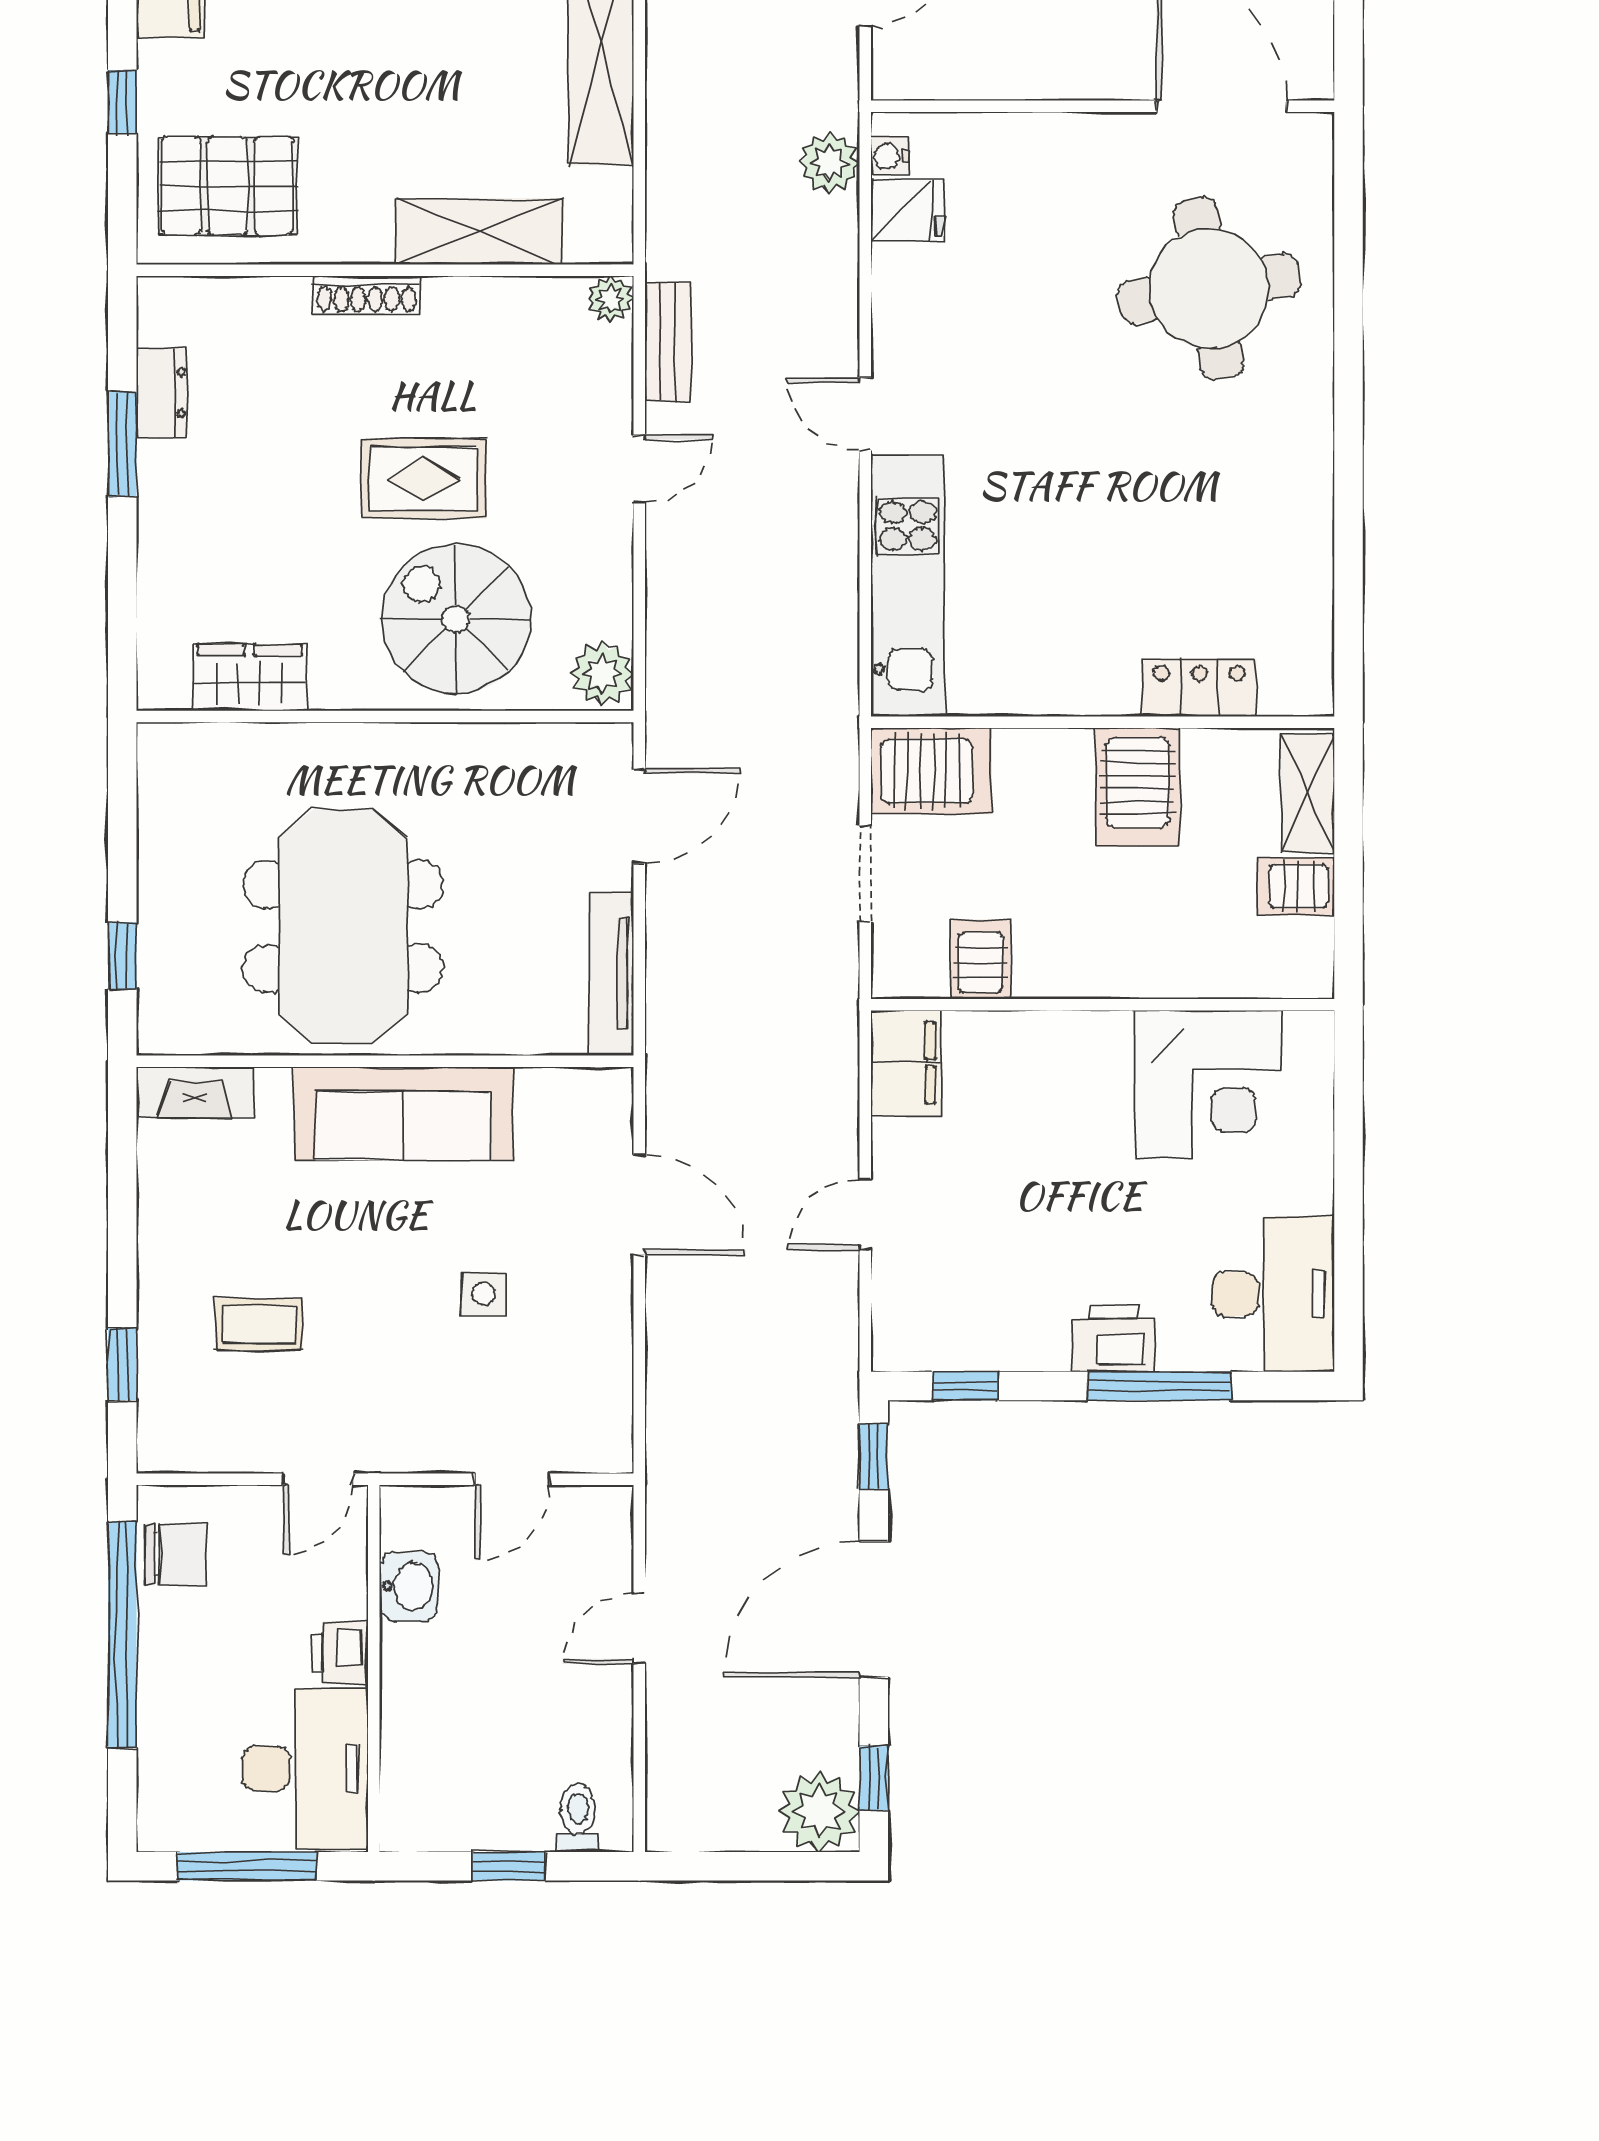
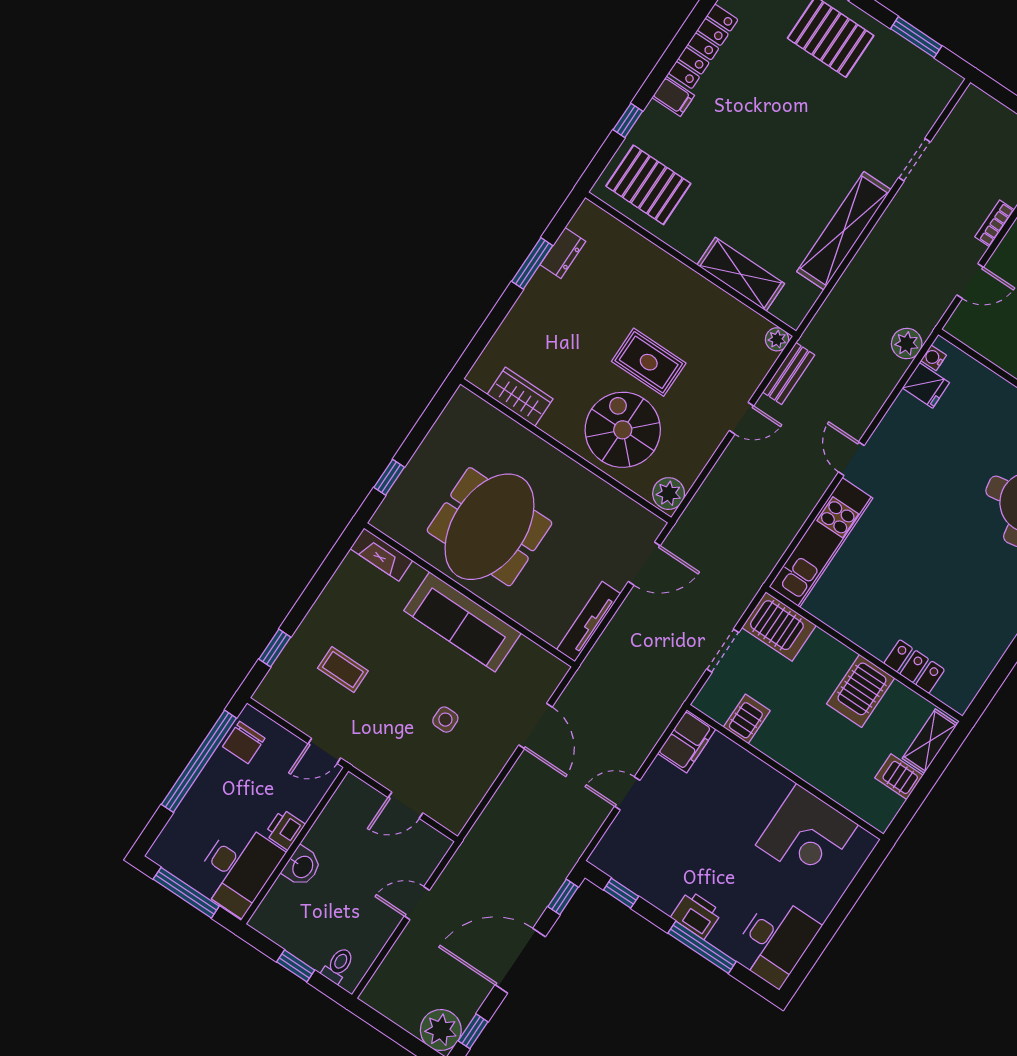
shoe rack: (367, 295) -> (676, 269), removed
chair: (176, 1554) -> (244, 742), turned 90
washbasin: (409, 1586) -> (302, 866), moved

